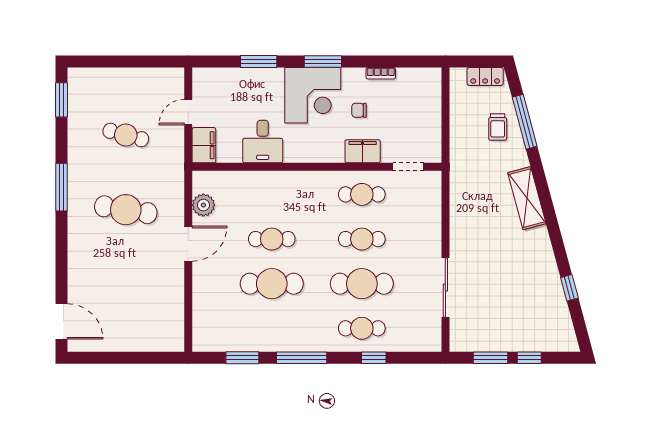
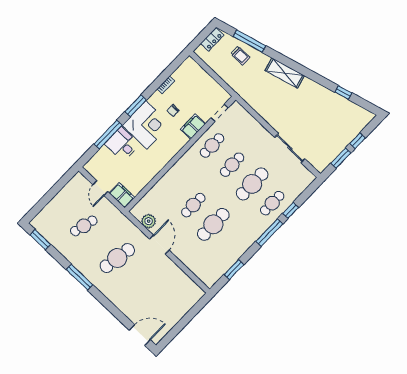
window: (259, 62) -> (108, 135), width x1.44
desk: (263, 142) -> (122, 144), moved, turned 180
window: (302, 358) -> (269, 233), moved

